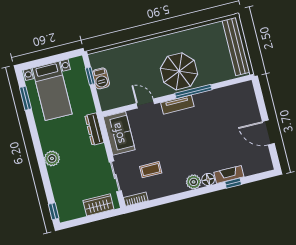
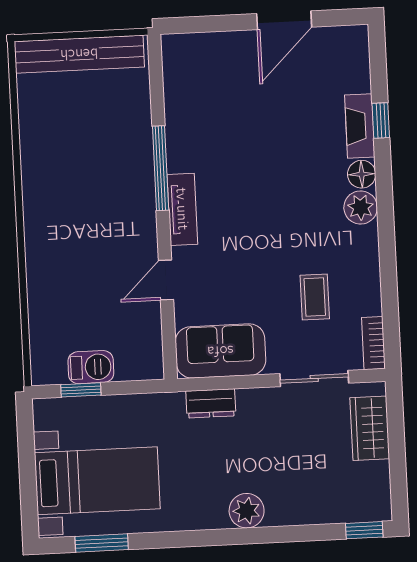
parasol: (179, 71) -> (109, 191), removed
dresser: (94, 129) -> (211, 403), width x0.70

